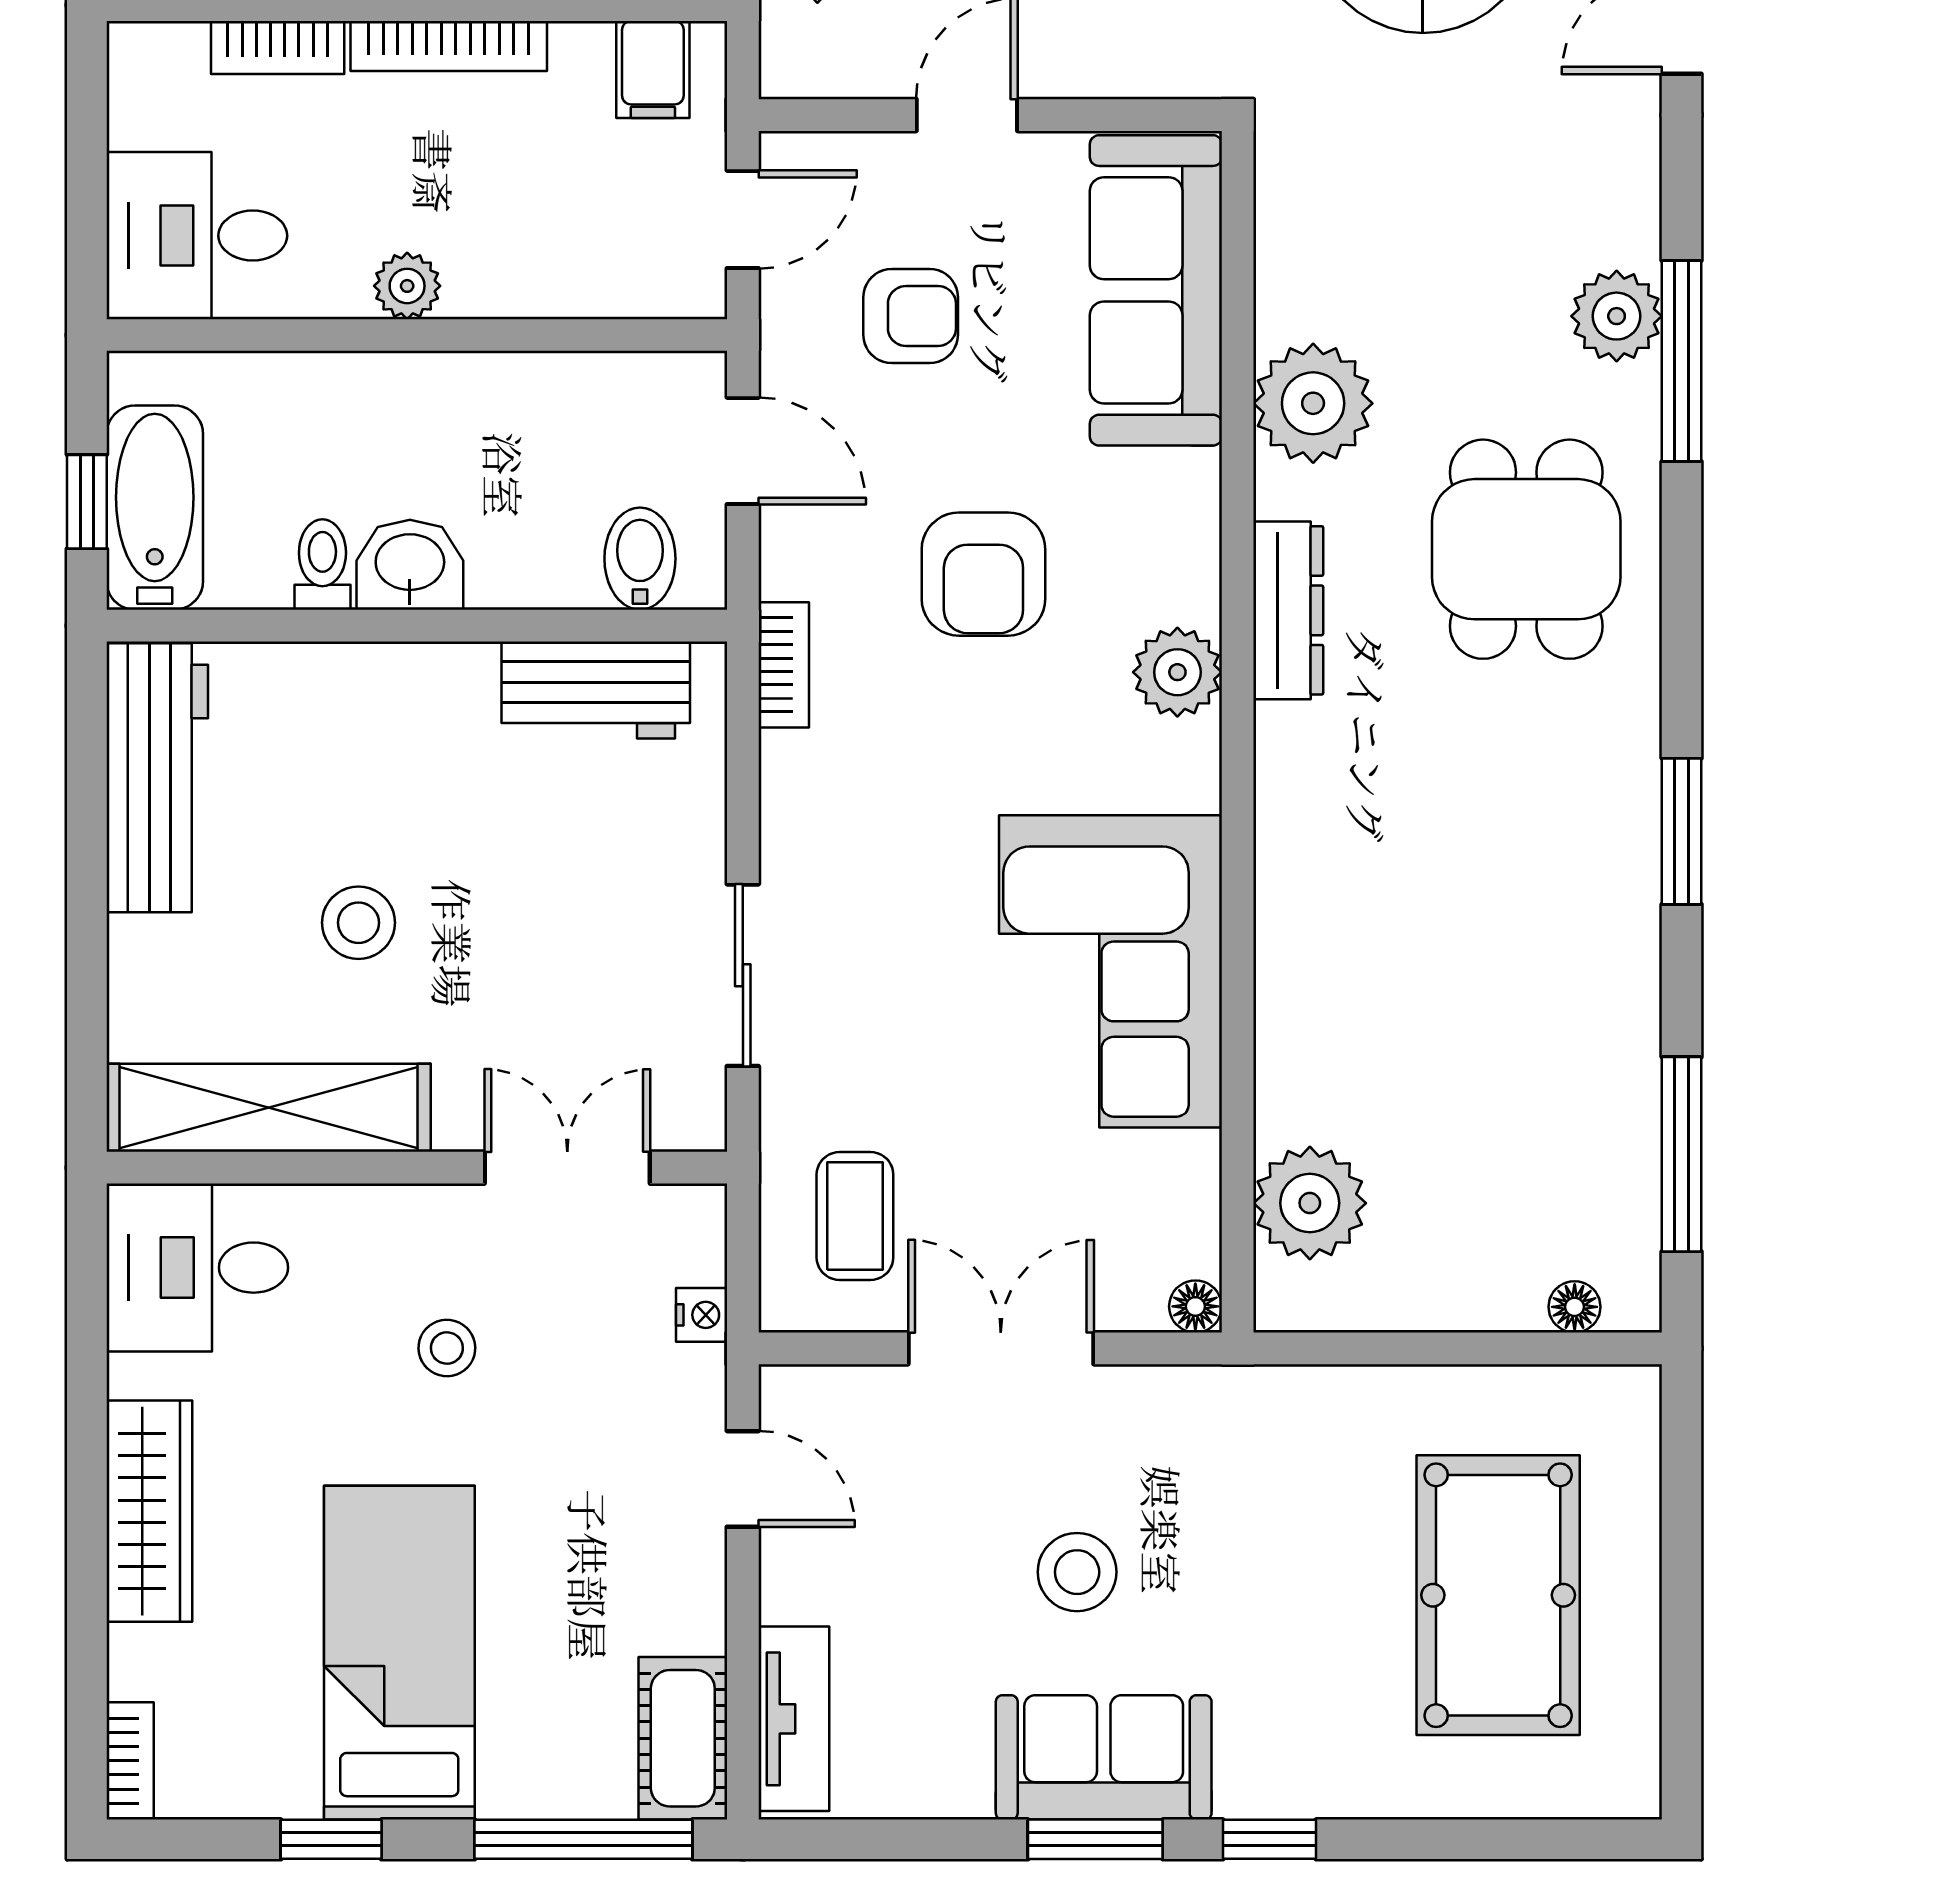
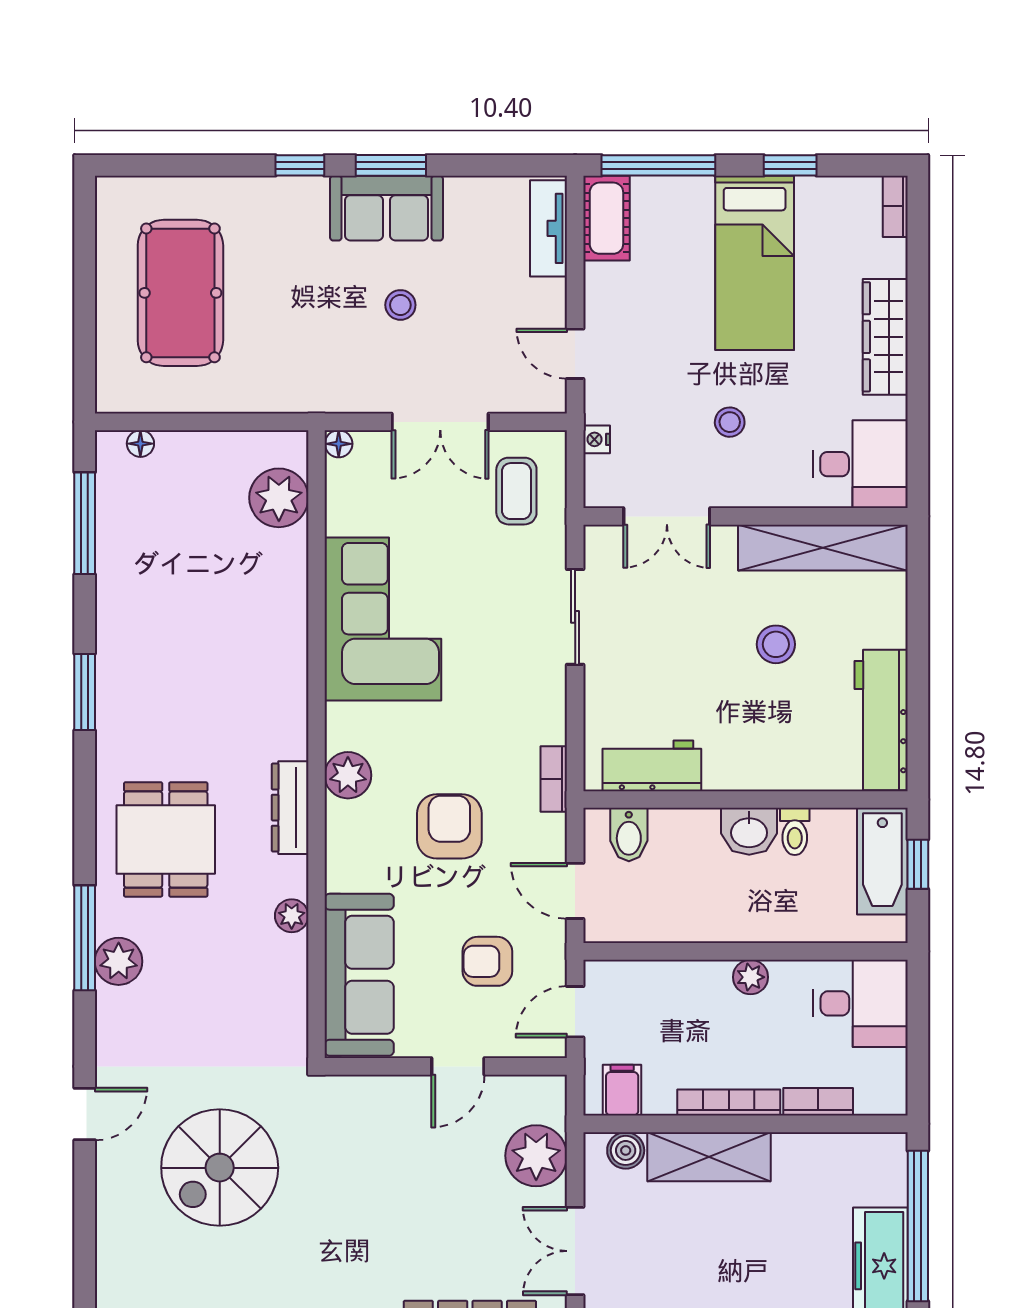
plant: (1313, 403) -> (292, 916), width x0.53, depth x0.53
stool: (1077, 1572) -> (400, 305), width x0.73, depth x0.73

